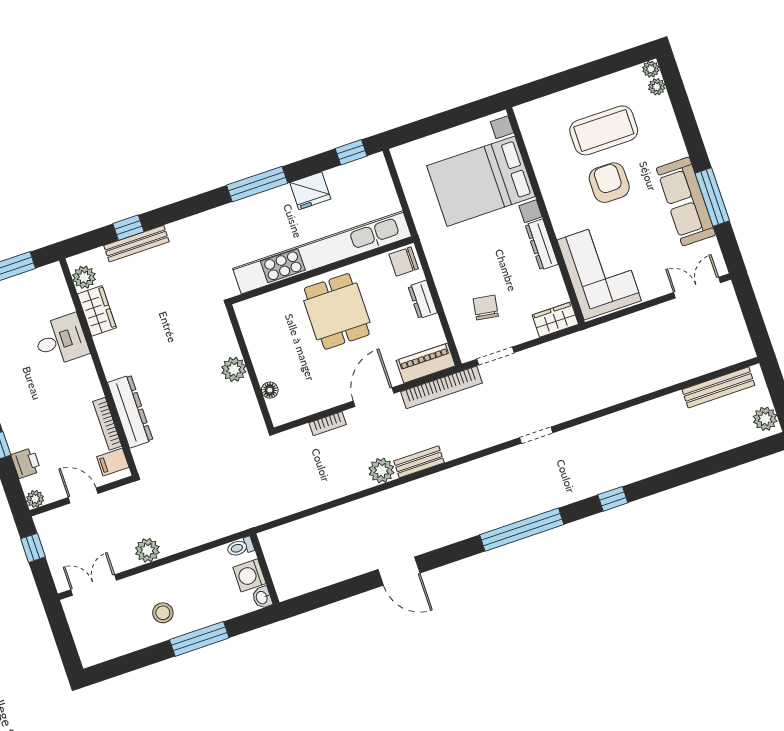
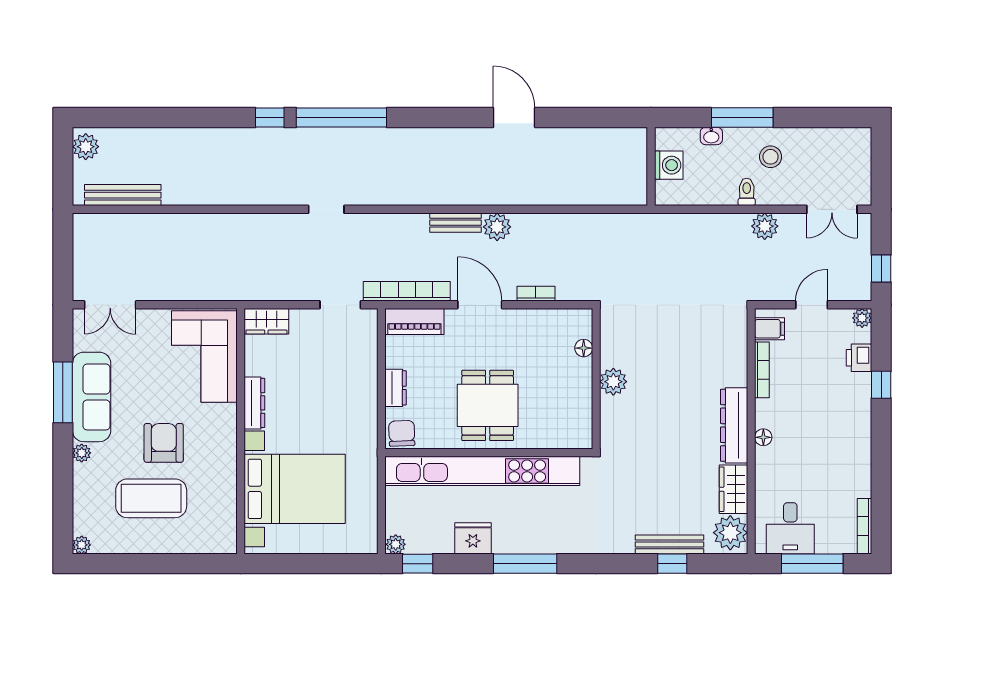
plant: (657, 87) -> (82, 453), moved
plant: (376, 163) -> (396, 544), added
armchair: (609, 183) -> (164, 443), turned 180
chair: (404, 262) -> (402, 433), turned -92
plant: (84, 277) -> (730, 533), width x1.36, depth x1.36
chair: (486, 307) -> (334, 358), removed
desk: (61, 340) -> (790, 528), moved, turned -90
floor lamp: (86, 365) -> (763, 437), added
door: (374, 397) -> (480, 305), swing flipped
dresser: (130, 411) -> (734, 425), moved
door: (83, 495) -> (812, 305), swing flipped
window: (522, 530) -> (341, 117), moved
toilet: (240, 547) -> (747, 192), moved, turned -90
washbasin: (262, 597) -> (711, 136), moved, turned 90

